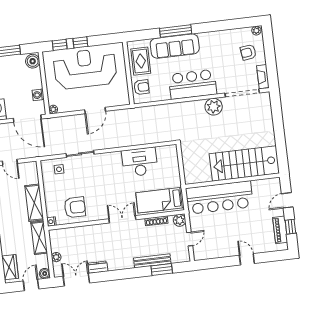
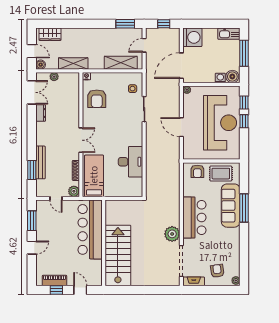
washing machine: (38, 95) -> (220, 78), moved
shelving: (34, 203) -> (121, 63), moved
window: (217, 263) -> (32, 221), added

